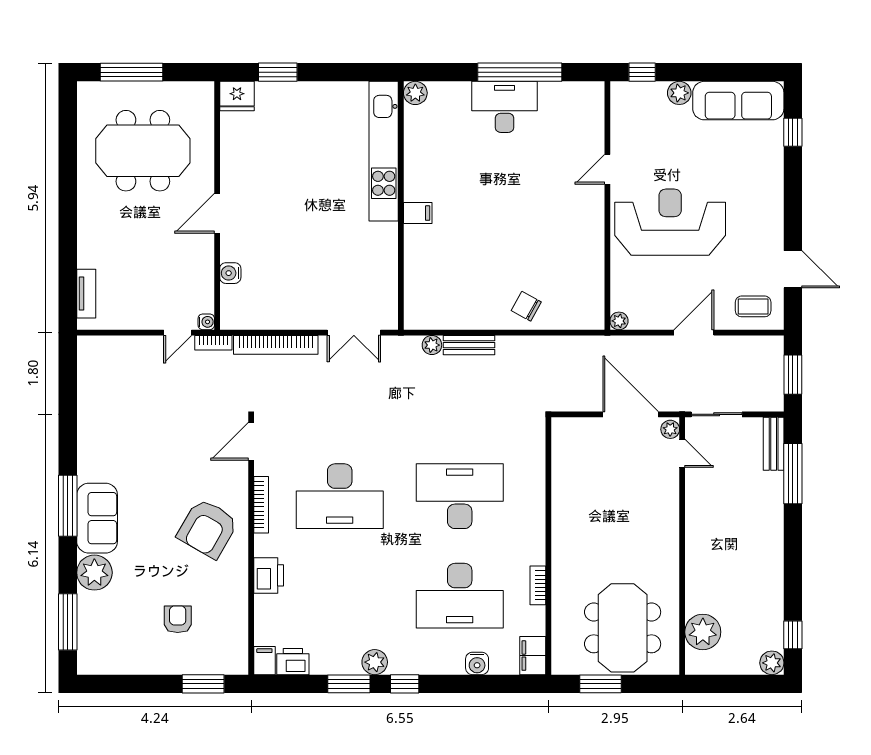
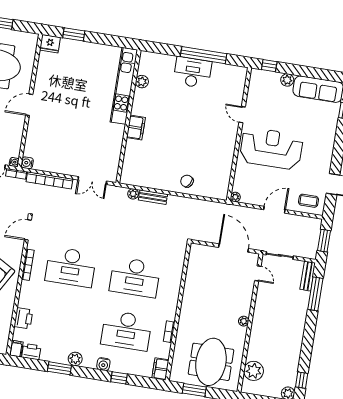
plant: (415, 93) -> (142, 82), moved
door: (607, 169) -> (242, 115), hinge flipped
filing cabinet: (418, 213) -> (136, 128), width x2.00
water cooler: (230, 273) -> (27, 163), moved
plant: (670, 429) -> (244, 321), moved
desk: (460, 496) -> (135, 277), turned 180
printer: (269, 575) -> (23, 318), moved
water cooler: (477, 663) -> (103, 364), moved
window: (405, 684) -> (119, 378), moved

